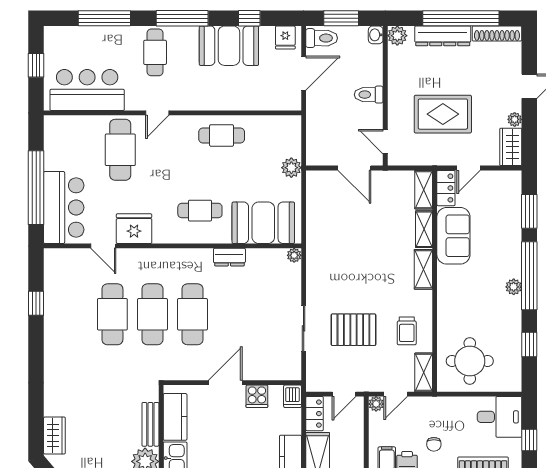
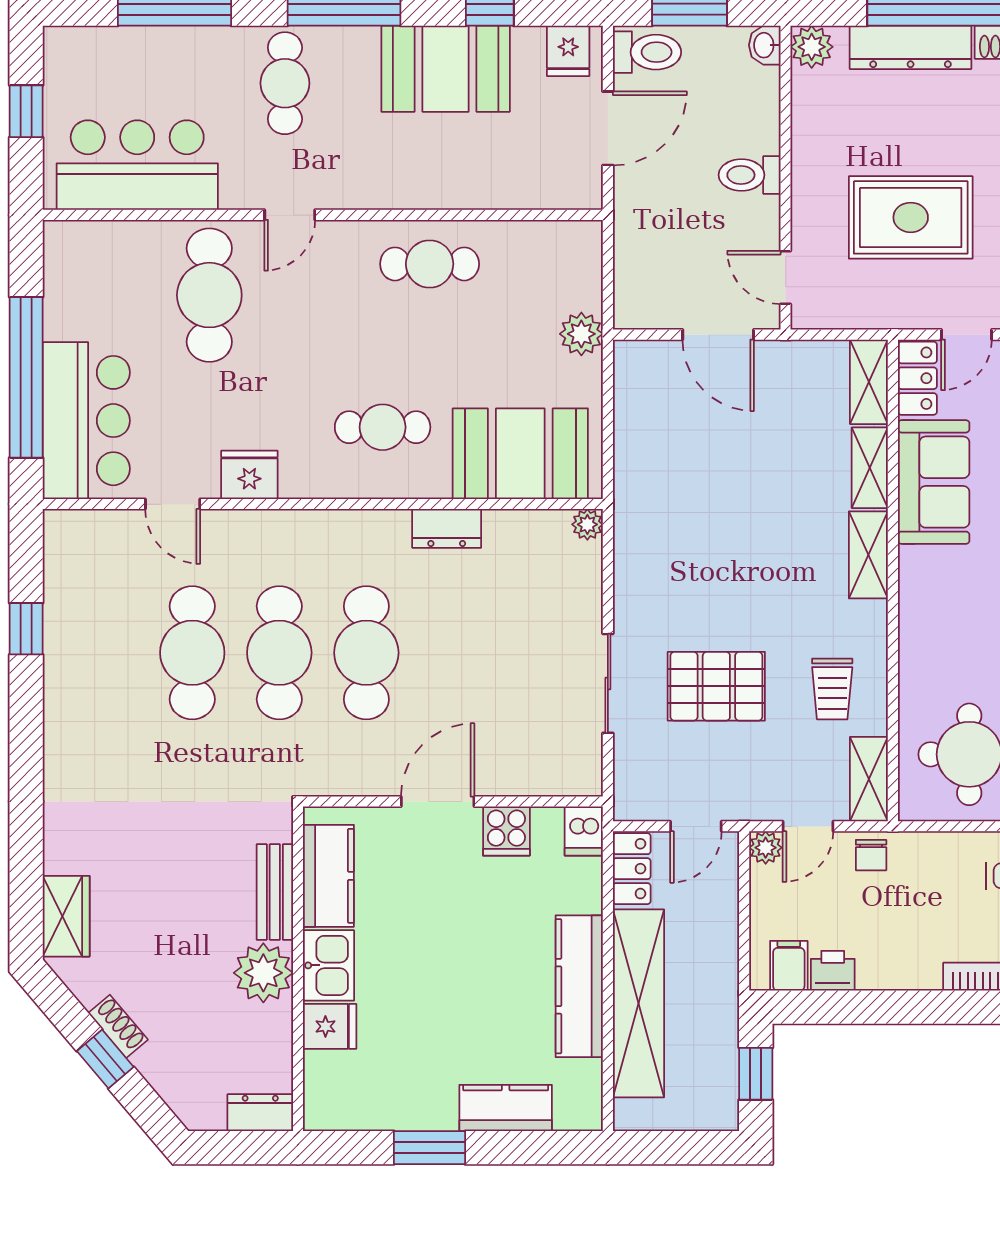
fridge: (134, 229) -> (249, 475), width x0.73, depth x0.75
chair: (434, 444) -> (871, 855), moved

